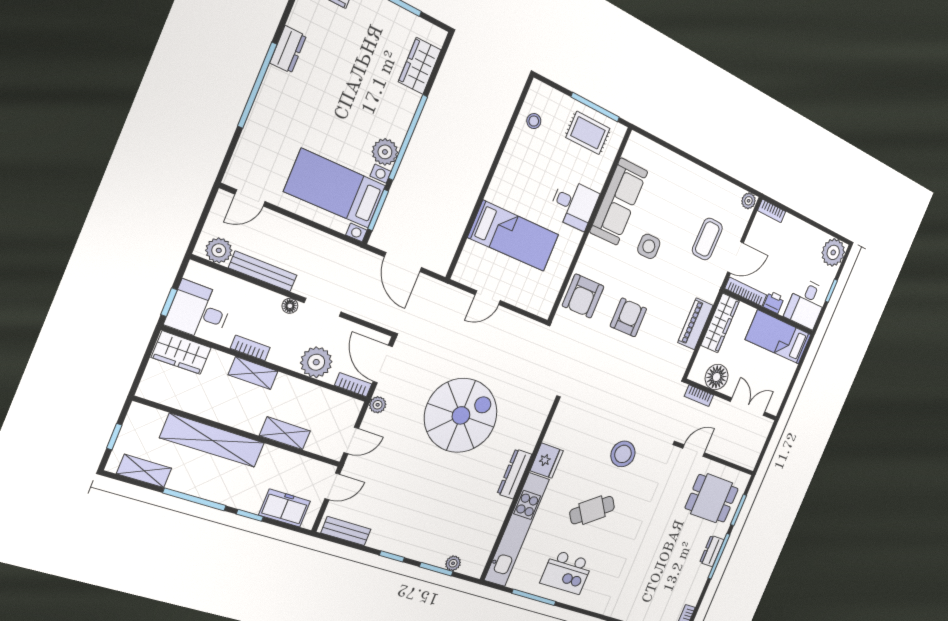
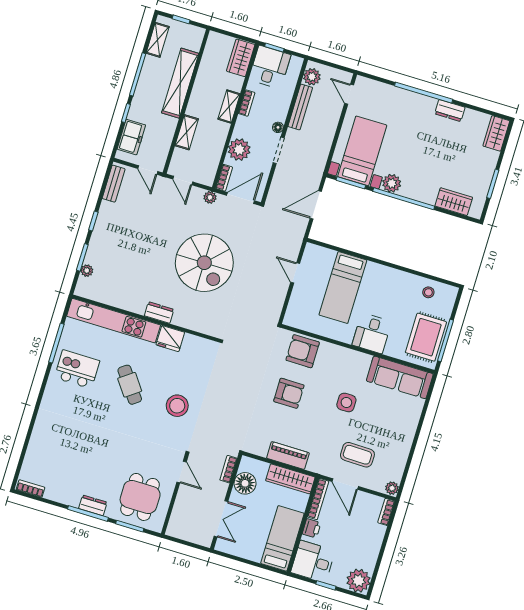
rug: (588, 133) -> (426, 337), width x1.36, depth x1.43
sofa: (619, 202) -> (400, 377), moved
dresser: (514, 474) -> (159, 313), width x0.70
kitchen island: (567, 572) -> (77, 369), turned 90

